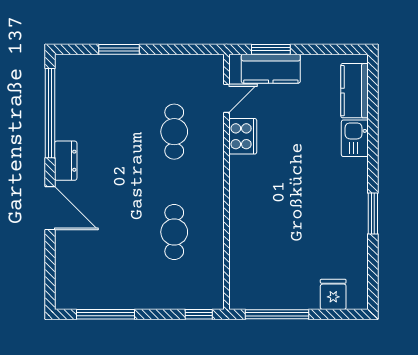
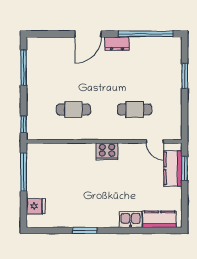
cooker: (243, 136) -> (107, 151), moved

